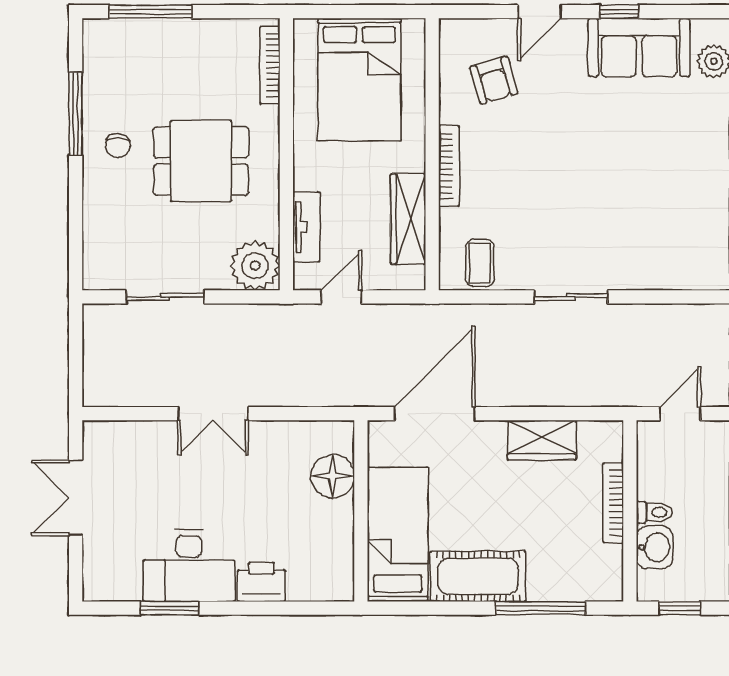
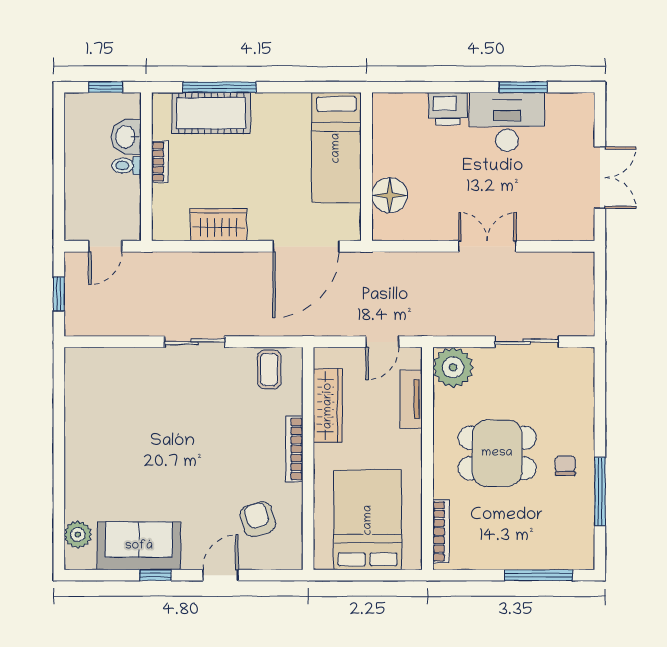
bookcase: (613, 503) -> (160, 162), width x0.64
cot: (478, 576) -> (211, 113), moved

